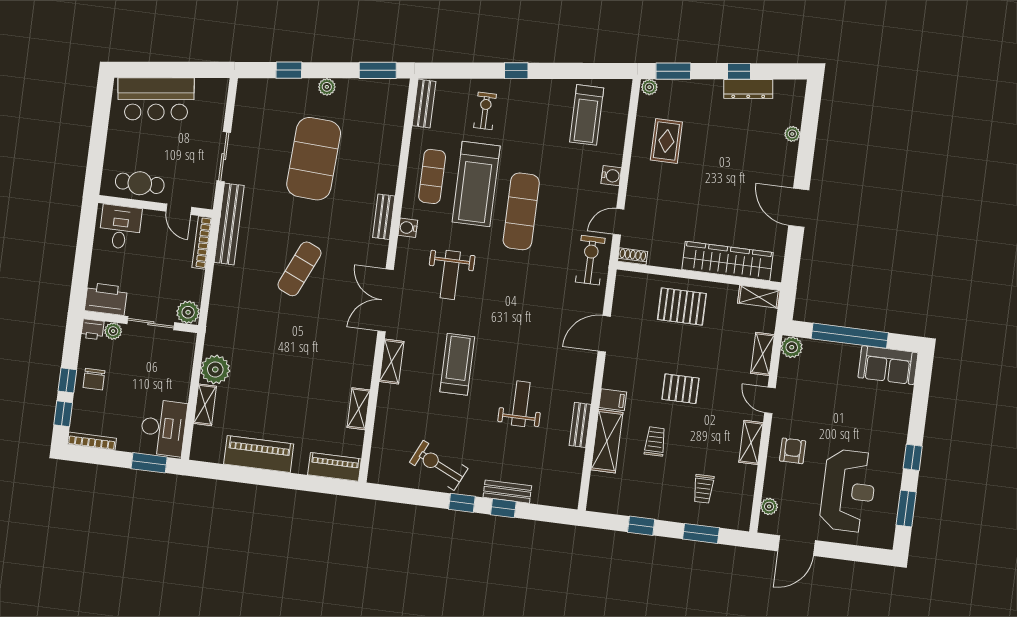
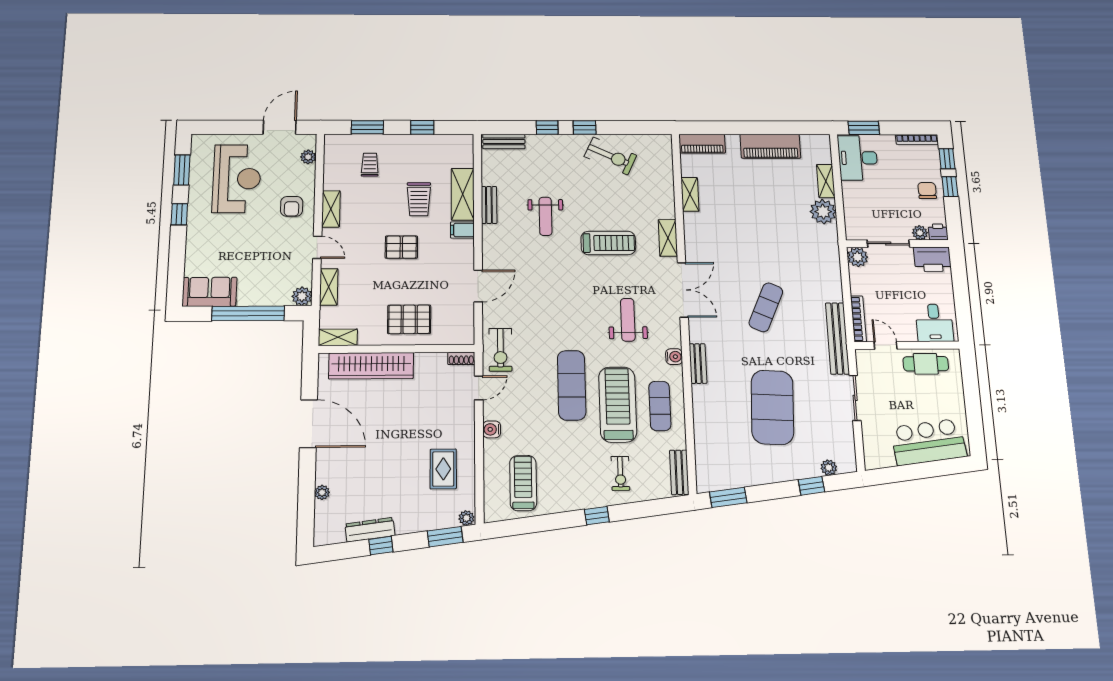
plant: (327, 87) -> (829, 468), moved
door: (799, 208) -> (308, 424), width x1.36
treadmill: (457, 364) -> (608, 243), turned -90
trolley: (655, 441) -> (419, 199), width x1.36, depth x1.39
reception desk: (848, 491) -> (237, 179), turned 180
bench: (507, 492) -> (504, 141), moved

